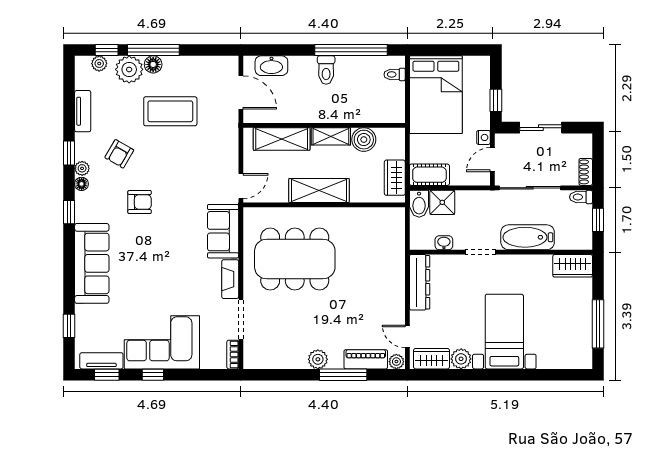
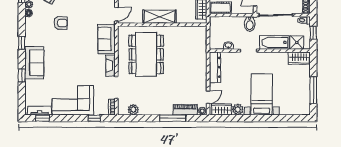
shower: (442, 202) -> (297, 43), moved
bidet: (419, 204) -> (250, 24), moved
window: (69, 212) -> (22, 43), moved
dining table: (295, 259) -> (146, 54), turned 90
sofa: (92, 263) -> (34, 63), width x0.73
window: (69, 326) -> (22, 76), moved
door: (407, 336) -> (208, 97), swing flipped
plant: (318, 359) -> (133, 110), moved
window: (153, 375) -> (94, 118), moved

